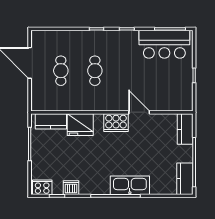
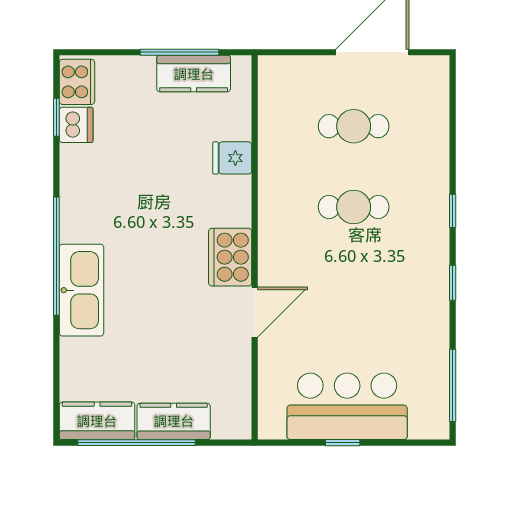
bar counter: (164, 44) -> (347, 406), moved, turned 90
kitchen counter: (51, 121) -> (194, 74), moved, turned -90
fridge: (80, 125) -> (232, 158), width x0.53, depth x0.75
kitchen counter: (185, 129) -> (174, 421), moved
dishwasher: (71, 188) -> (76, 125), moved

